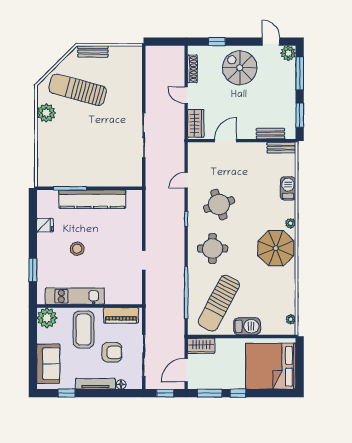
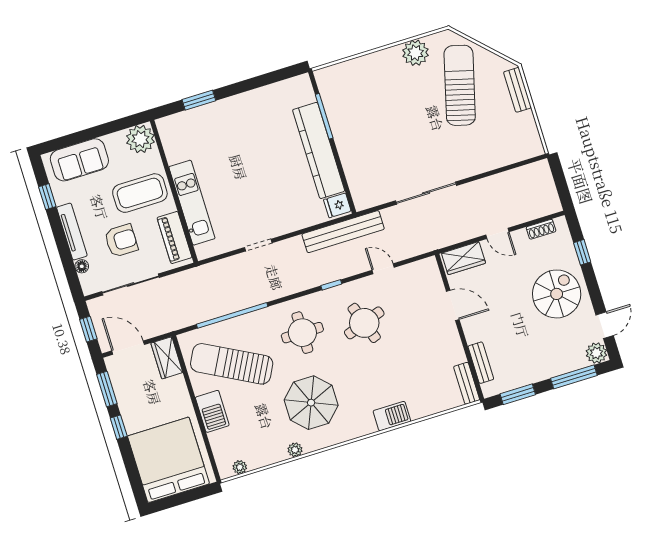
shoe rack: (192, 69) -> (541, 229), width x0.70
door: (186, 95) -> (497, 233), swing flipped
barbecue: (288, 188) -> (392, 416), moved
bench: (152, 200) -> (343, 232), added
plant: (291, 223) -> (295, 450), moved
fridge: (45, 225) -> (337, 205), moved, turned 90
parasol: (276, 248) -> (311, 403), moved
stool: (77, 249) -> (246, 151), removed
kitchen unit: (75, 296) -> (192, 203), moved
armchair: (112, 352) -> (121, 241), turned -90

